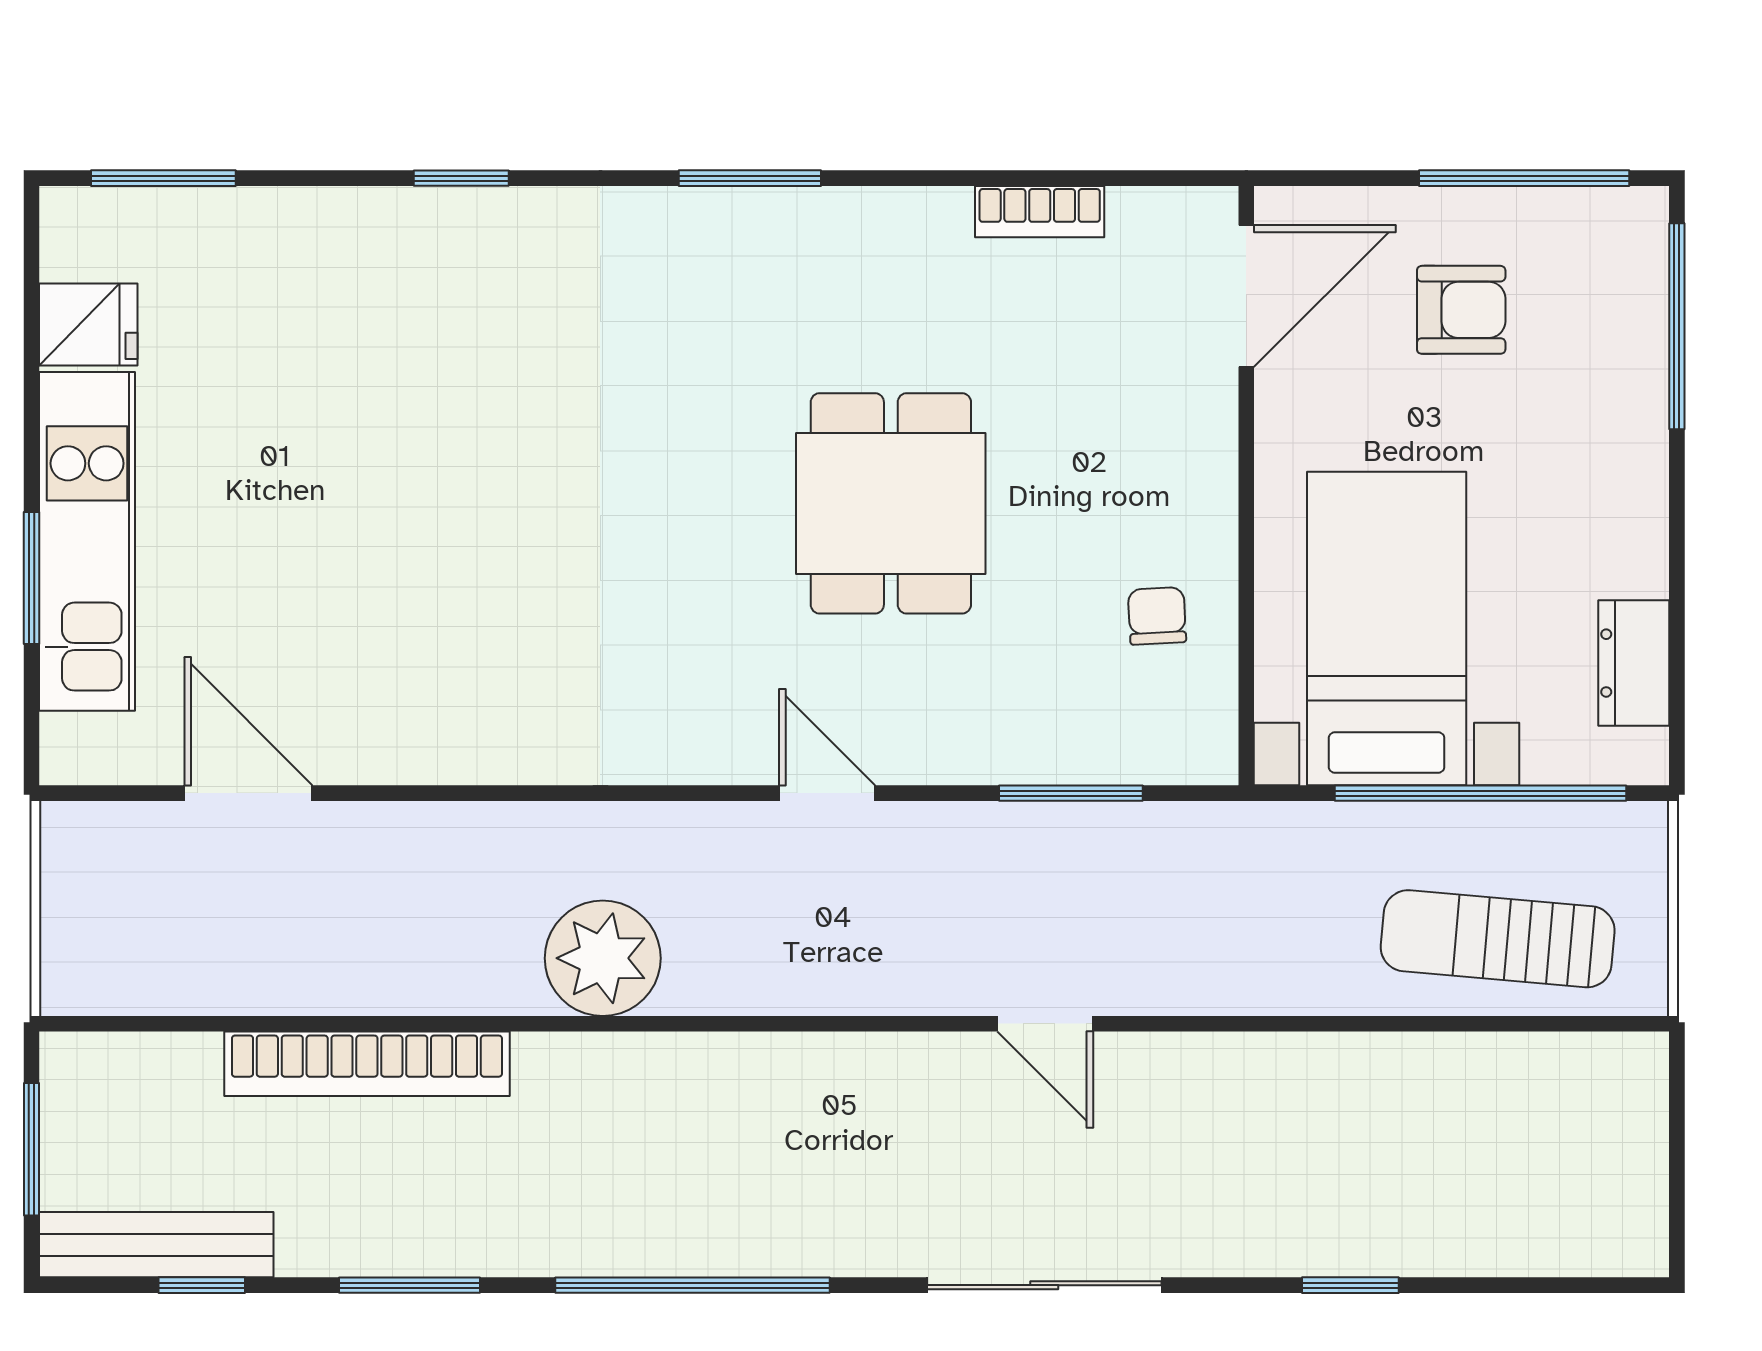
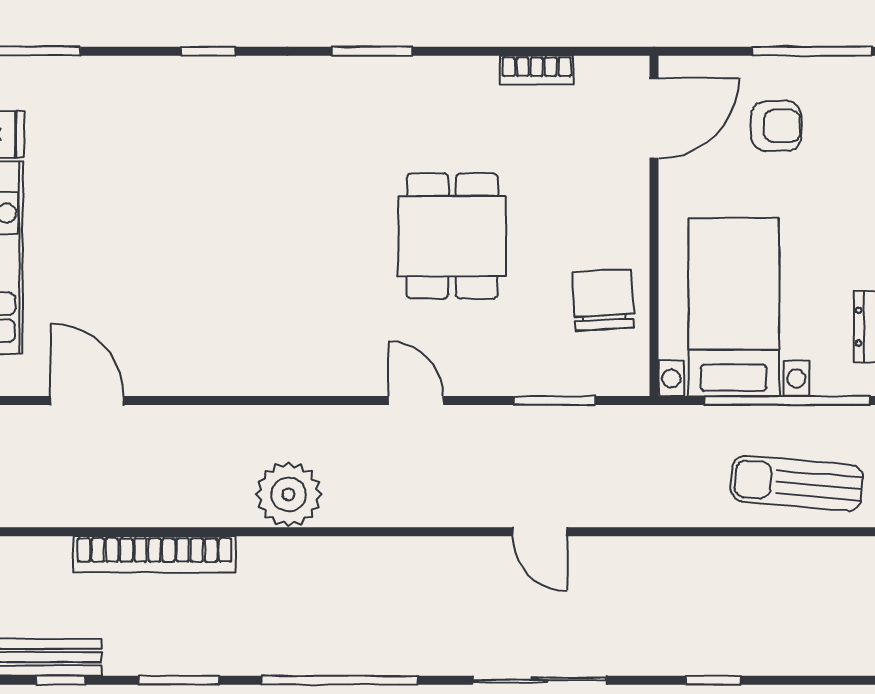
chair: (1157, 616) -> (603, 300), width x1.87, depth x1.87

